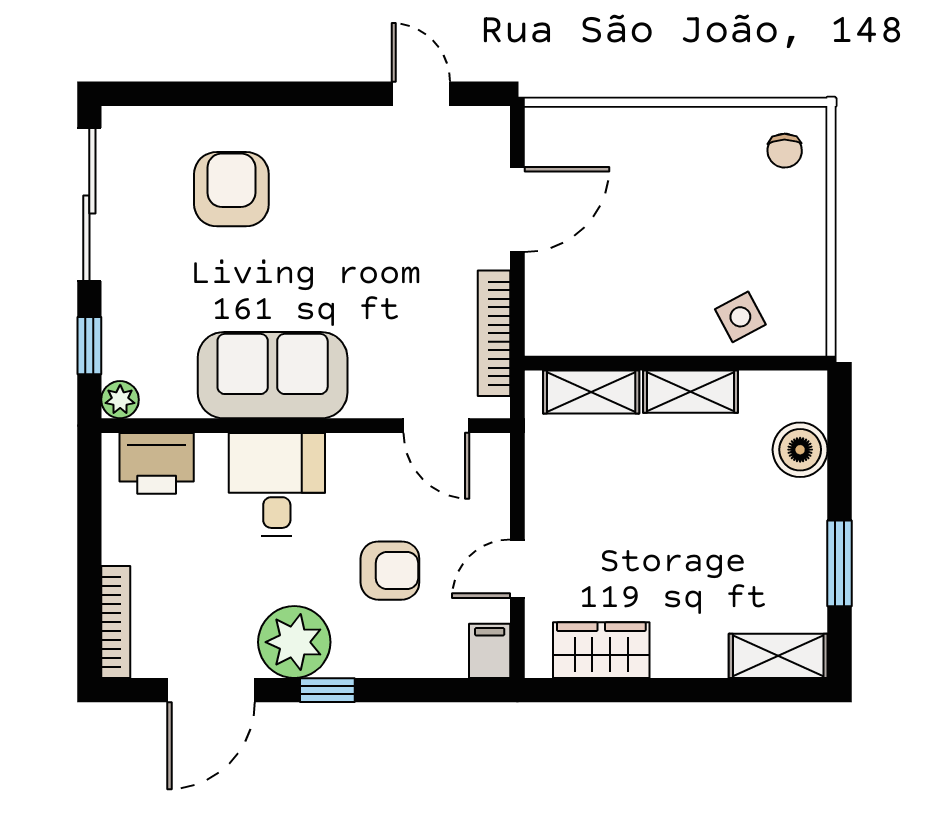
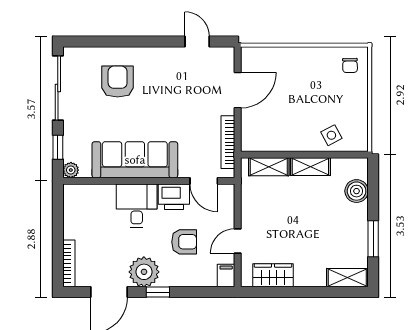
sofa: (273, 375) -> (135, 160), width x1.36
printer: (157, 463) -> (174, 197), moved

